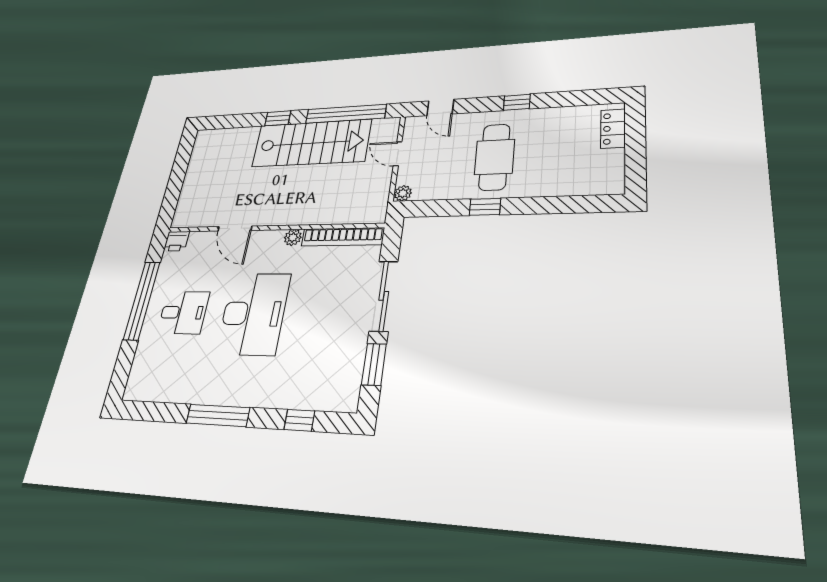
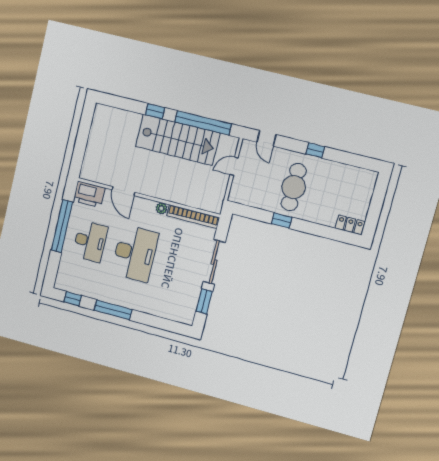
locker: (613, 129) -> (350, 225), moved, turned 90
door: (398, 154) -> (234, 166), hinge flipped
plant: (403, 193) -> (234, 197), removed
printer: (176, 241) -> (89, 194), width x1.87, depth x1.48
desk: (183, 312) -> (90, 241), width x1.37
window: (299, 420) -> (73, 299), moved

